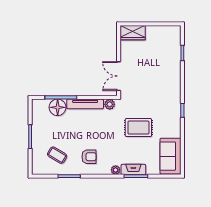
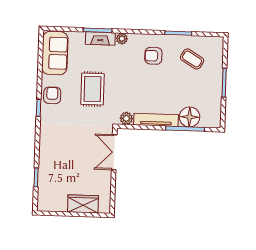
wardrobe: (133, 33) -> (83, 204), moved
double door: (119, 76) -> (114, 152), swing flipped
armchair: (171, 121) -> (52, 95), added
rug: (138, 128) -> (92, 89), turned 90

